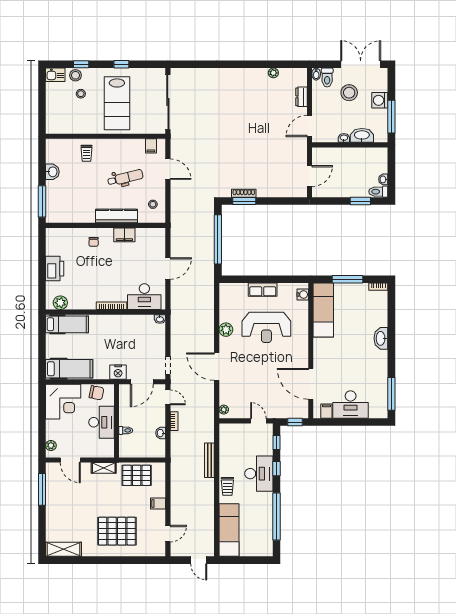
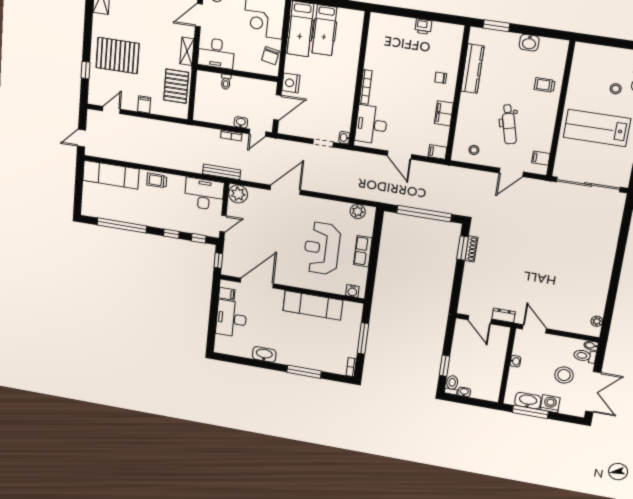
plant: (273, 73) -> (597, 321), moved
dresser: (302, 97) -> (504, 315), moved
washbasin: (362, 135) -> (528, 401), moved, turned -90
window: (42, 201) -> (496, 26), width x0.69
kitchen counter: (117, 216) -> (472, 69), moved
filing cabinet: (160, 235) -> (438, 152), added
printer: (55, 269) -> (423, 27), width x0.53, depth x0.68
plant: (60, 303) -> (376, 30), removed
exam couch: (323, 310) -> (313, 305), moved
hospital bed: (67, 324) -> (325, 30), moved
plant: (226, 330) -> (358, 211), moved
washbasin: (381, 338) -> (264, 354), moved
doorway: (168, 366) -> (323, 143), moved
door: (142, 382) -> (277, 107), swing flipped
window: (391, 394) -> (304, 372), moved
plant: (224, 410) -> (238, 194), width x1.88, depth x1.88
desk: (101, 422) -> (216, 53), moved
washbasin: (161, 433) -> (241, 122), moved
bench: (209, 460) -> (222, 172), moved
desk: (259, 474) -> (204, 194), moved, turned 180
pallet: (117, 531) -> (118, 56), turned 90
door: (168, 534) -> (111, 110), swing flipped
window: (135, 560) -> (86, 70), added

